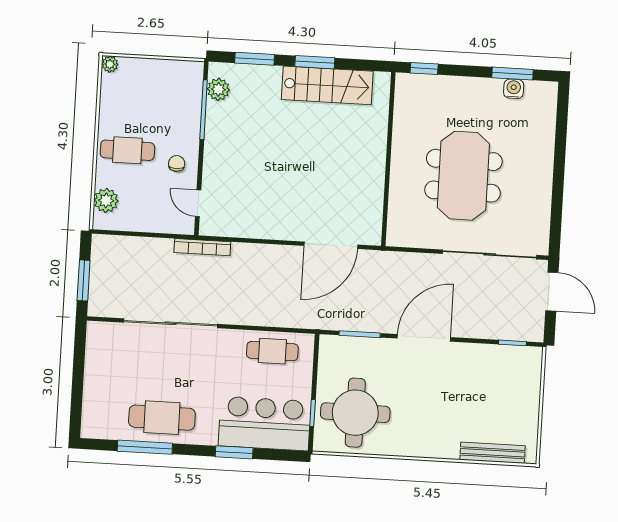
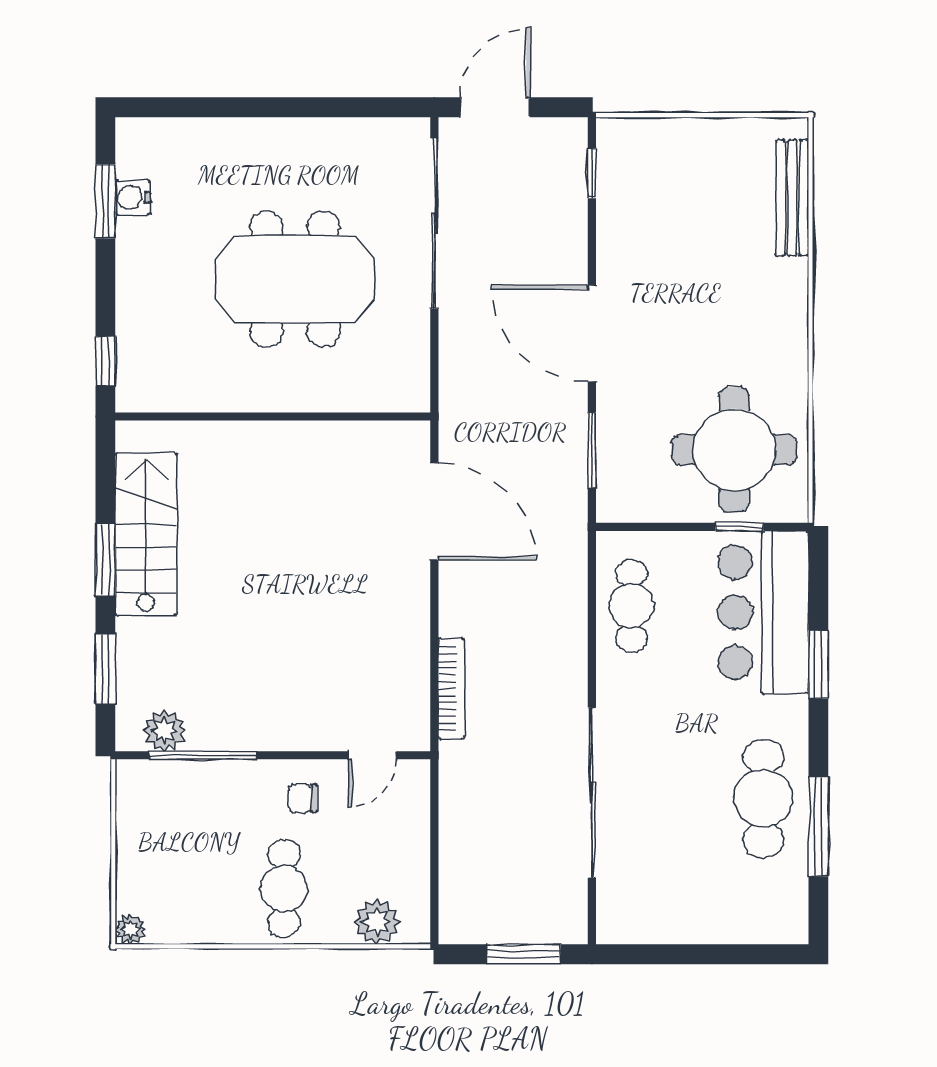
bookcase: (202, 247) -> (451, 688), moved

